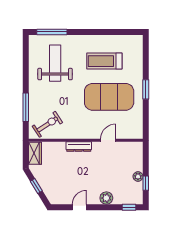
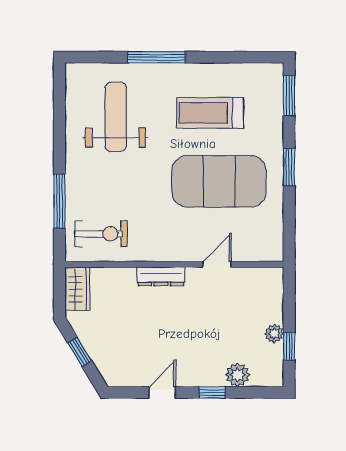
window: (52, 32) -> (157, 57), moved
window: (146, 52) -> (289, 96), added
exercise bike: (47, 124) -> (101, 234), turned 33
plant: (106, 198) -> (238, 375), moved
window: (129, 207) -> (212, 392), moved

